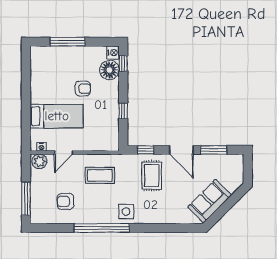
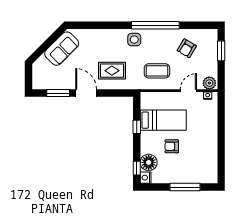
bed: (57, 116) -> (163, 120), moved, turned 180
window: (146, 150) -> (117, 93), removed
rug: (152, 176) -> (112, 71), turned 90
window: (26, 199) -> (221, 51), width x0.69
armchair: (66, 201) -> (187, 48), turned 121

